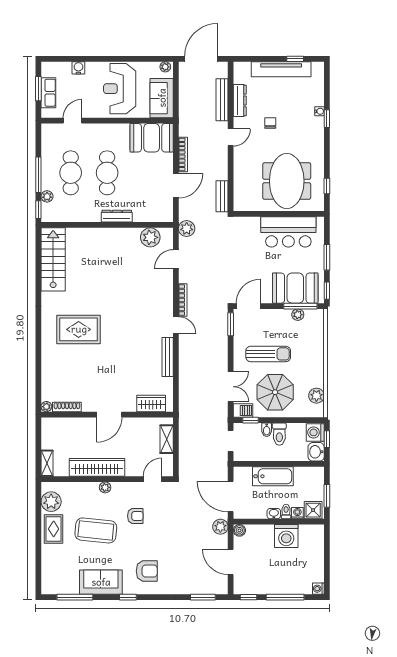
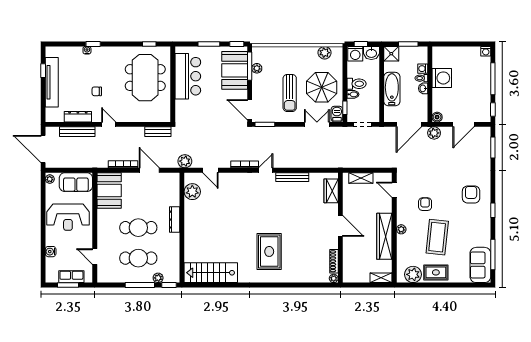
meeting table: (287, 181) -> (145, 78), turned 90
sun lounger: (268, 354) -> (290, 93), turned 180
shower: (313, 510) -> (391, 54), moved
sofa: (101, 582) -> (480, 265), moved

